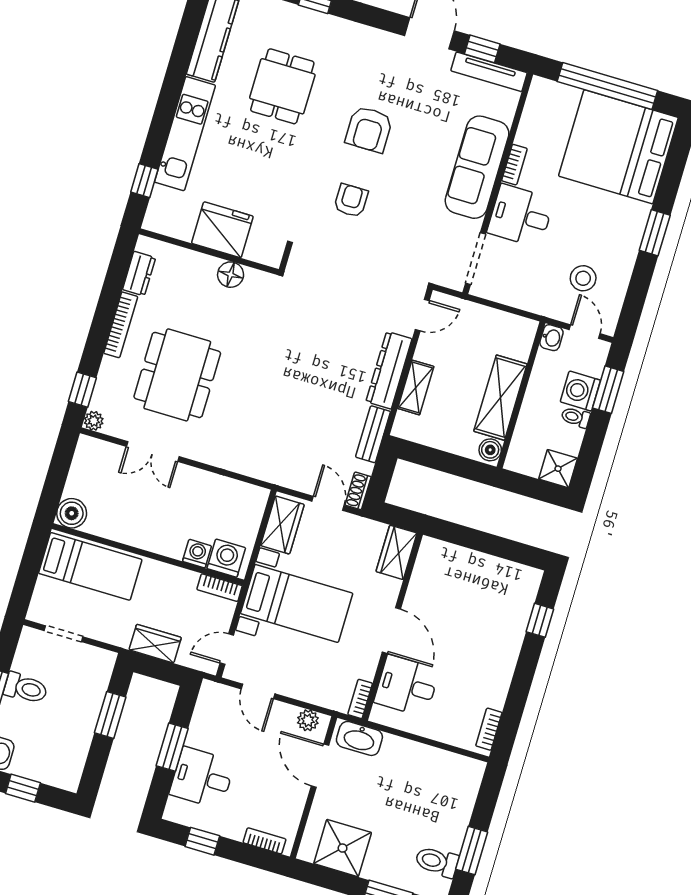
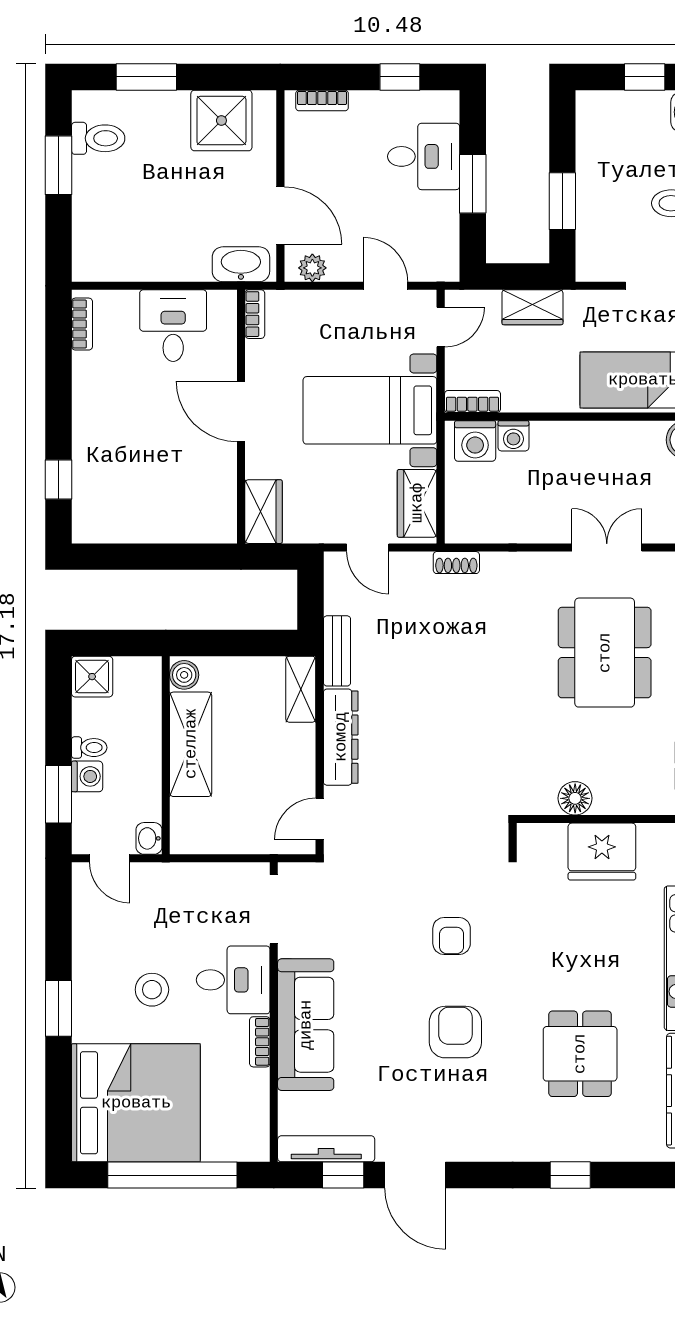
stool: (583, 278) -> (152, 990), moved
shelving: (416, 387) -> (301, 689), moved
washing machine: (580, 391) -> (87, 776), width x0.73, depth x0.73
shoe rack: (358, 491) -> (456, 563), moved, turned 90
desk: (407, 686) -> (173, 326), moved, turned -90

